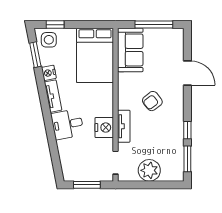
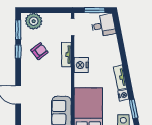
armchair: (152, 101) -> (39, 51), moved
desk: (67, 124) -> (103, 25), moved
nightstand: (104, 128) -> (81, 65), moved
plant: (149, 170) -> (34, 21), moved

